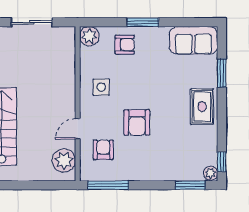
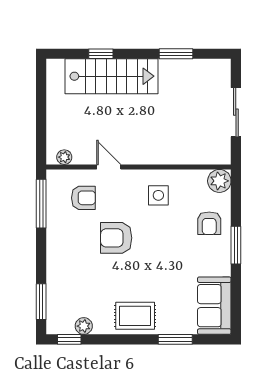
plant: (64, 160) -> (64, 157), width x0.53, depth x0.53
plant: (211, 173) -> (84, 326), moved

